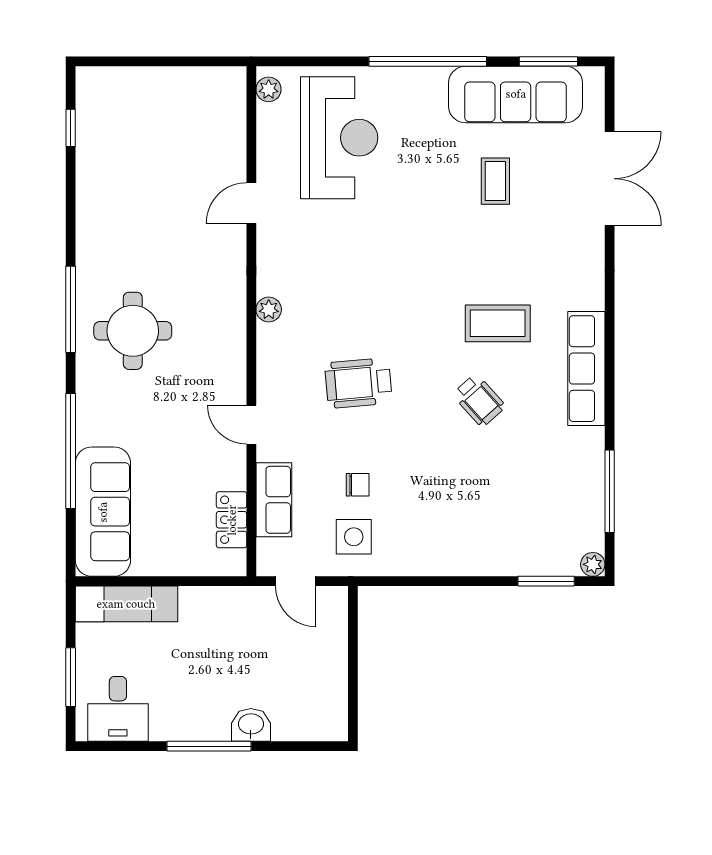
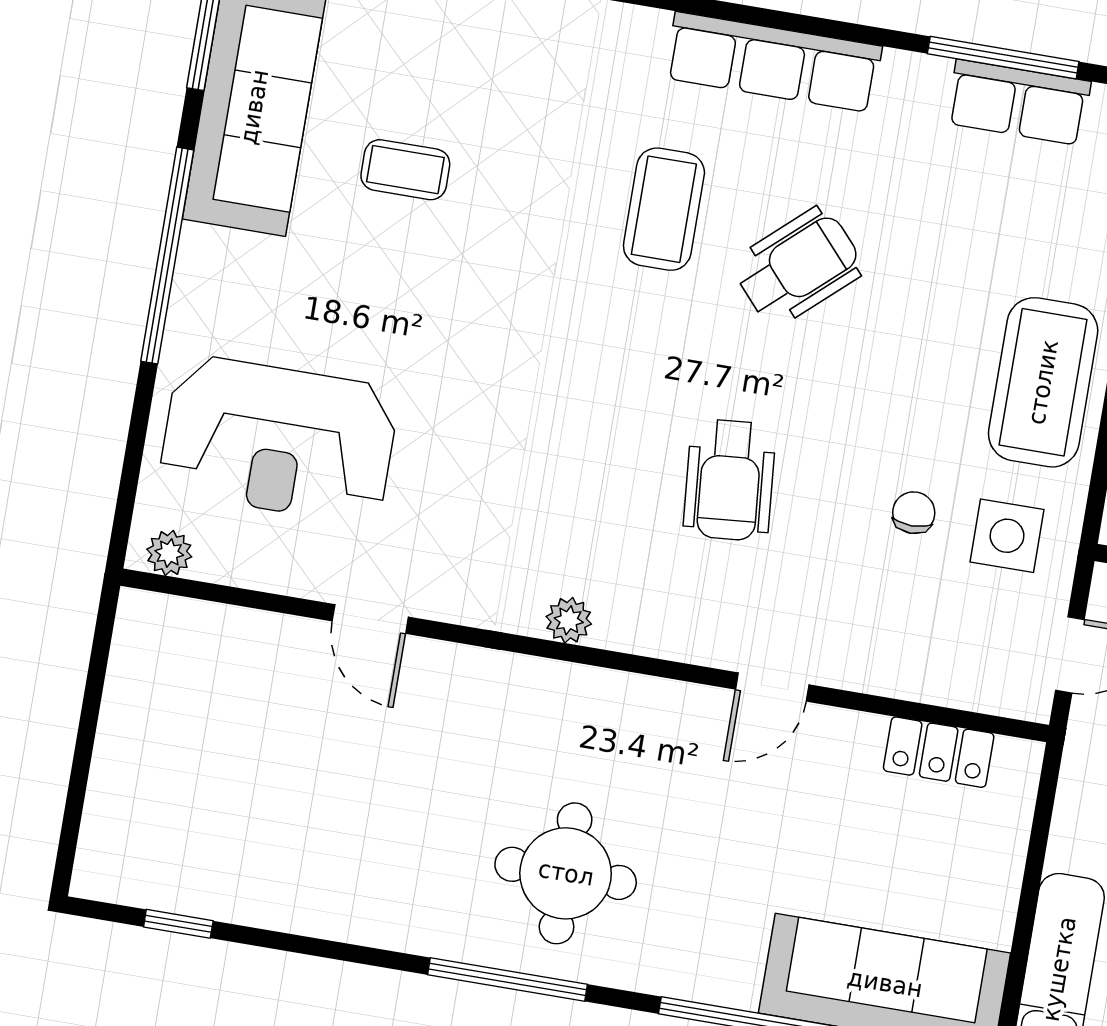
reception desk: (339, 138) -> (279, 440), turned 180
wheelchair: (479, 400) -> (798, 267), width x1.36, depth x1.37
row of seats: (274, 500) -> (1018, 102), moved, turned 180
coffee table: (439, 542) -> (1043, 382), added

